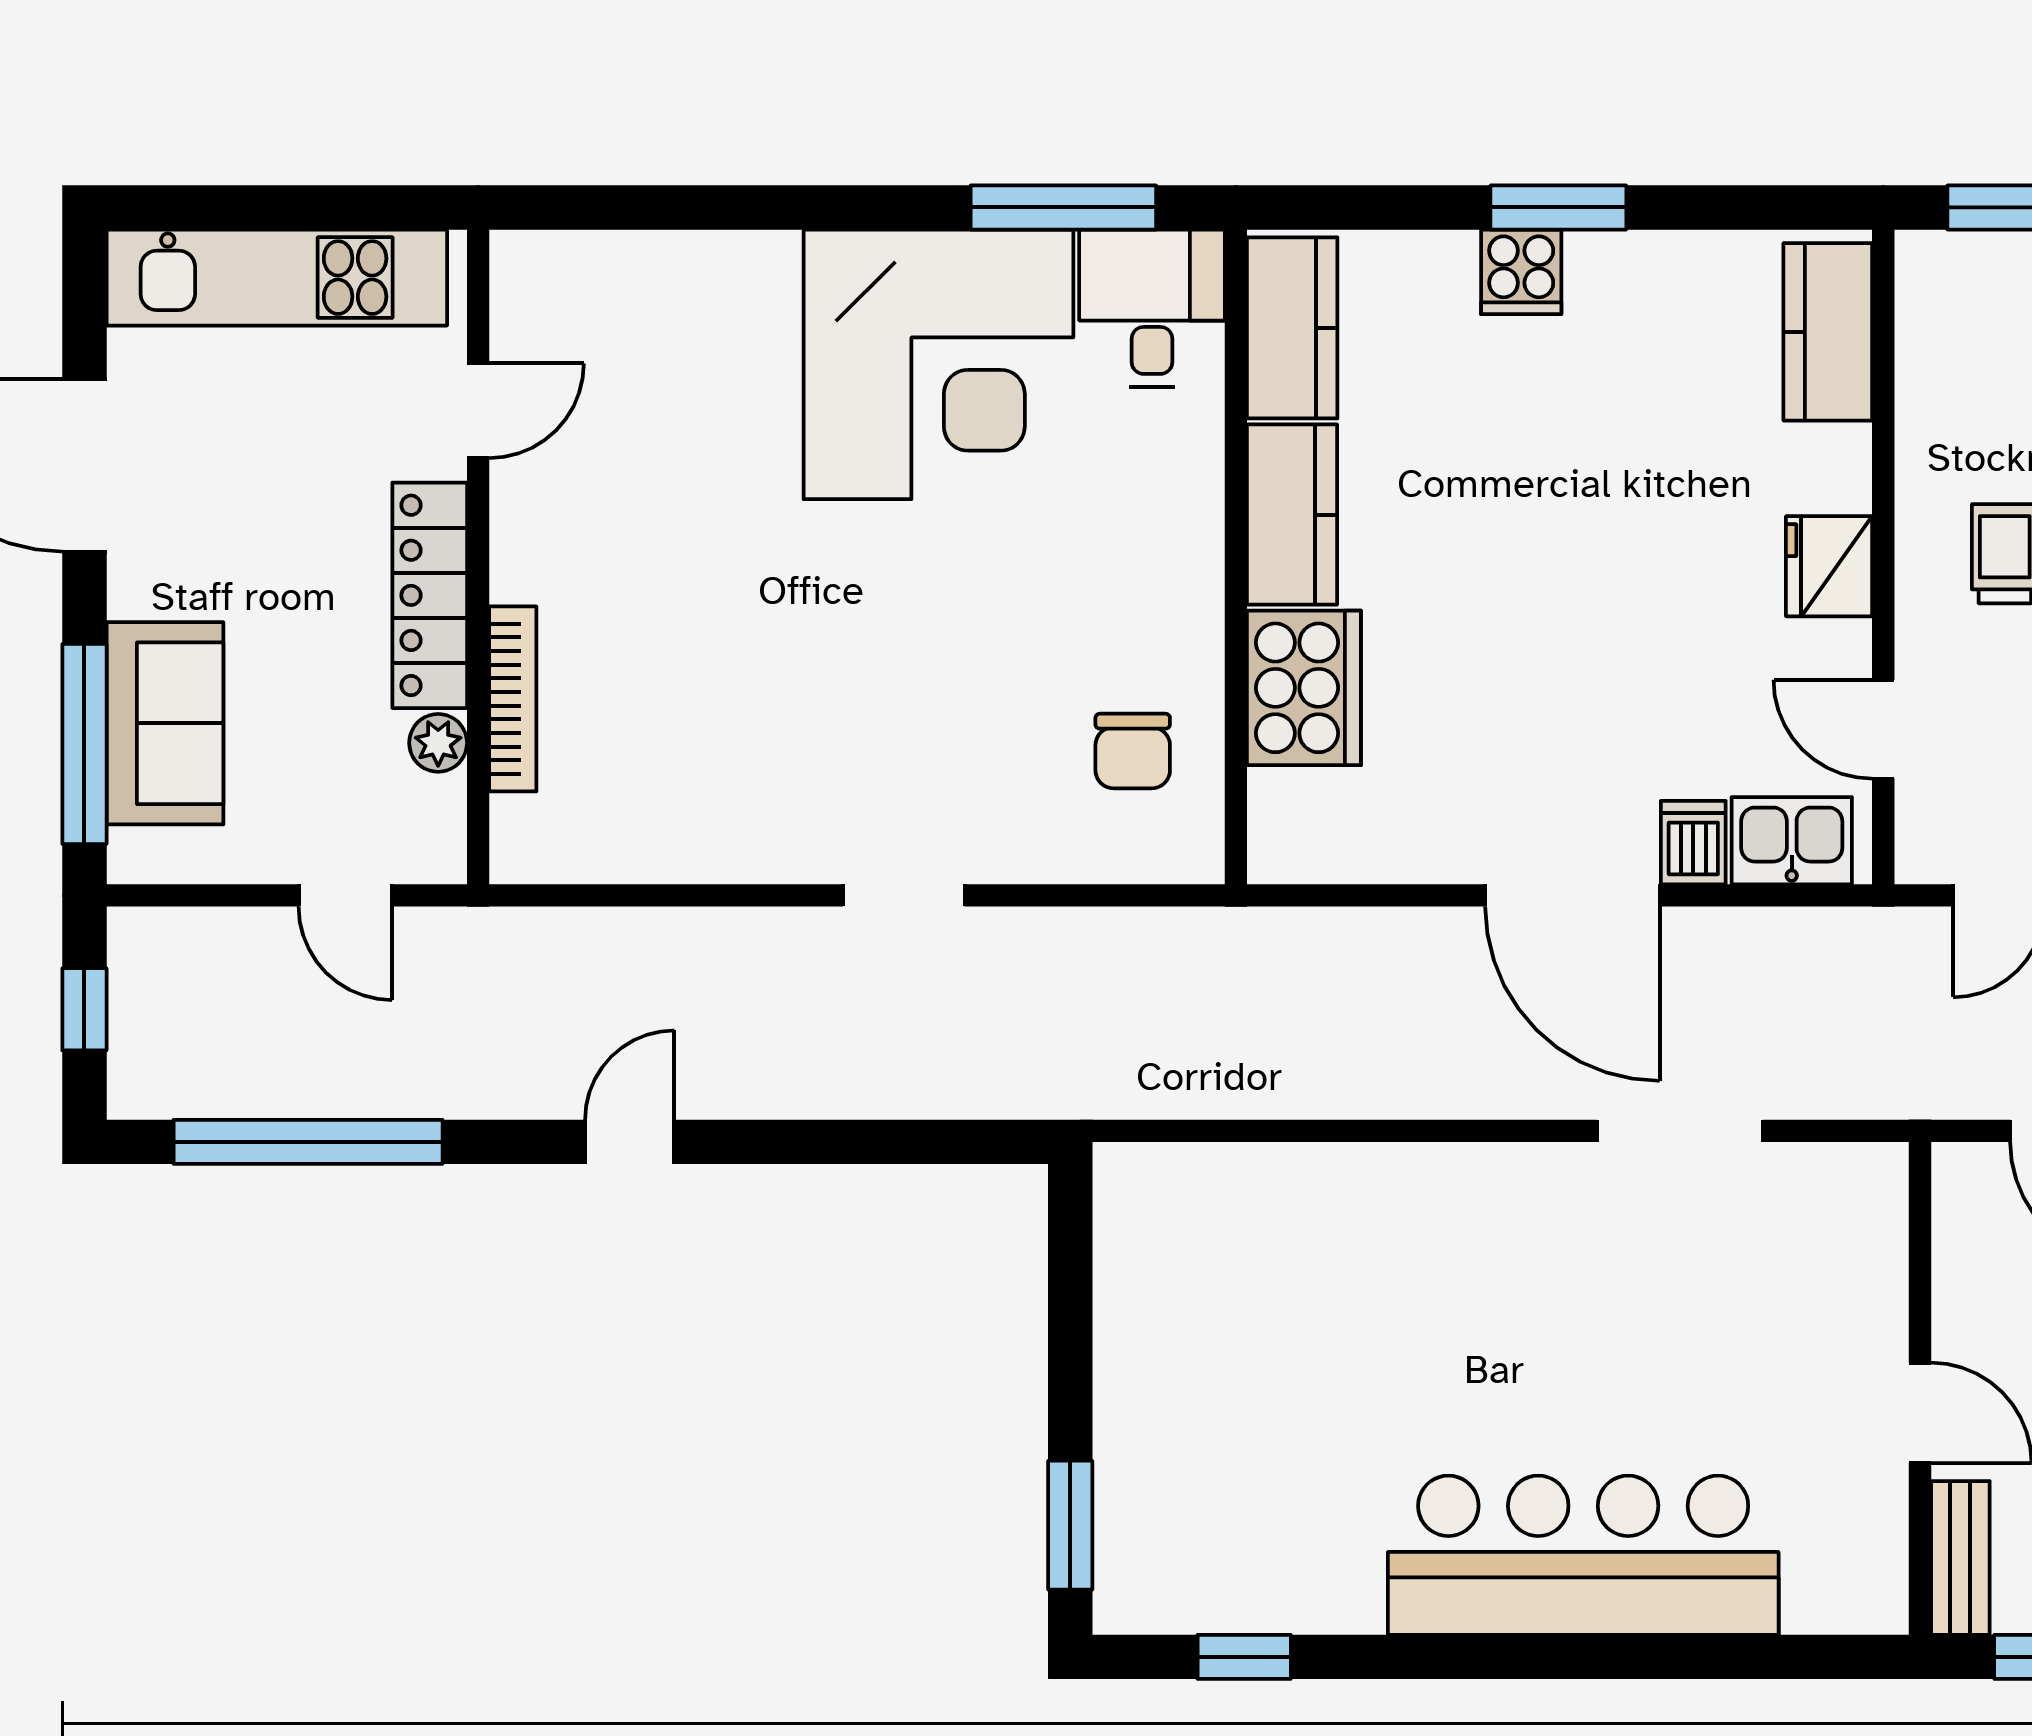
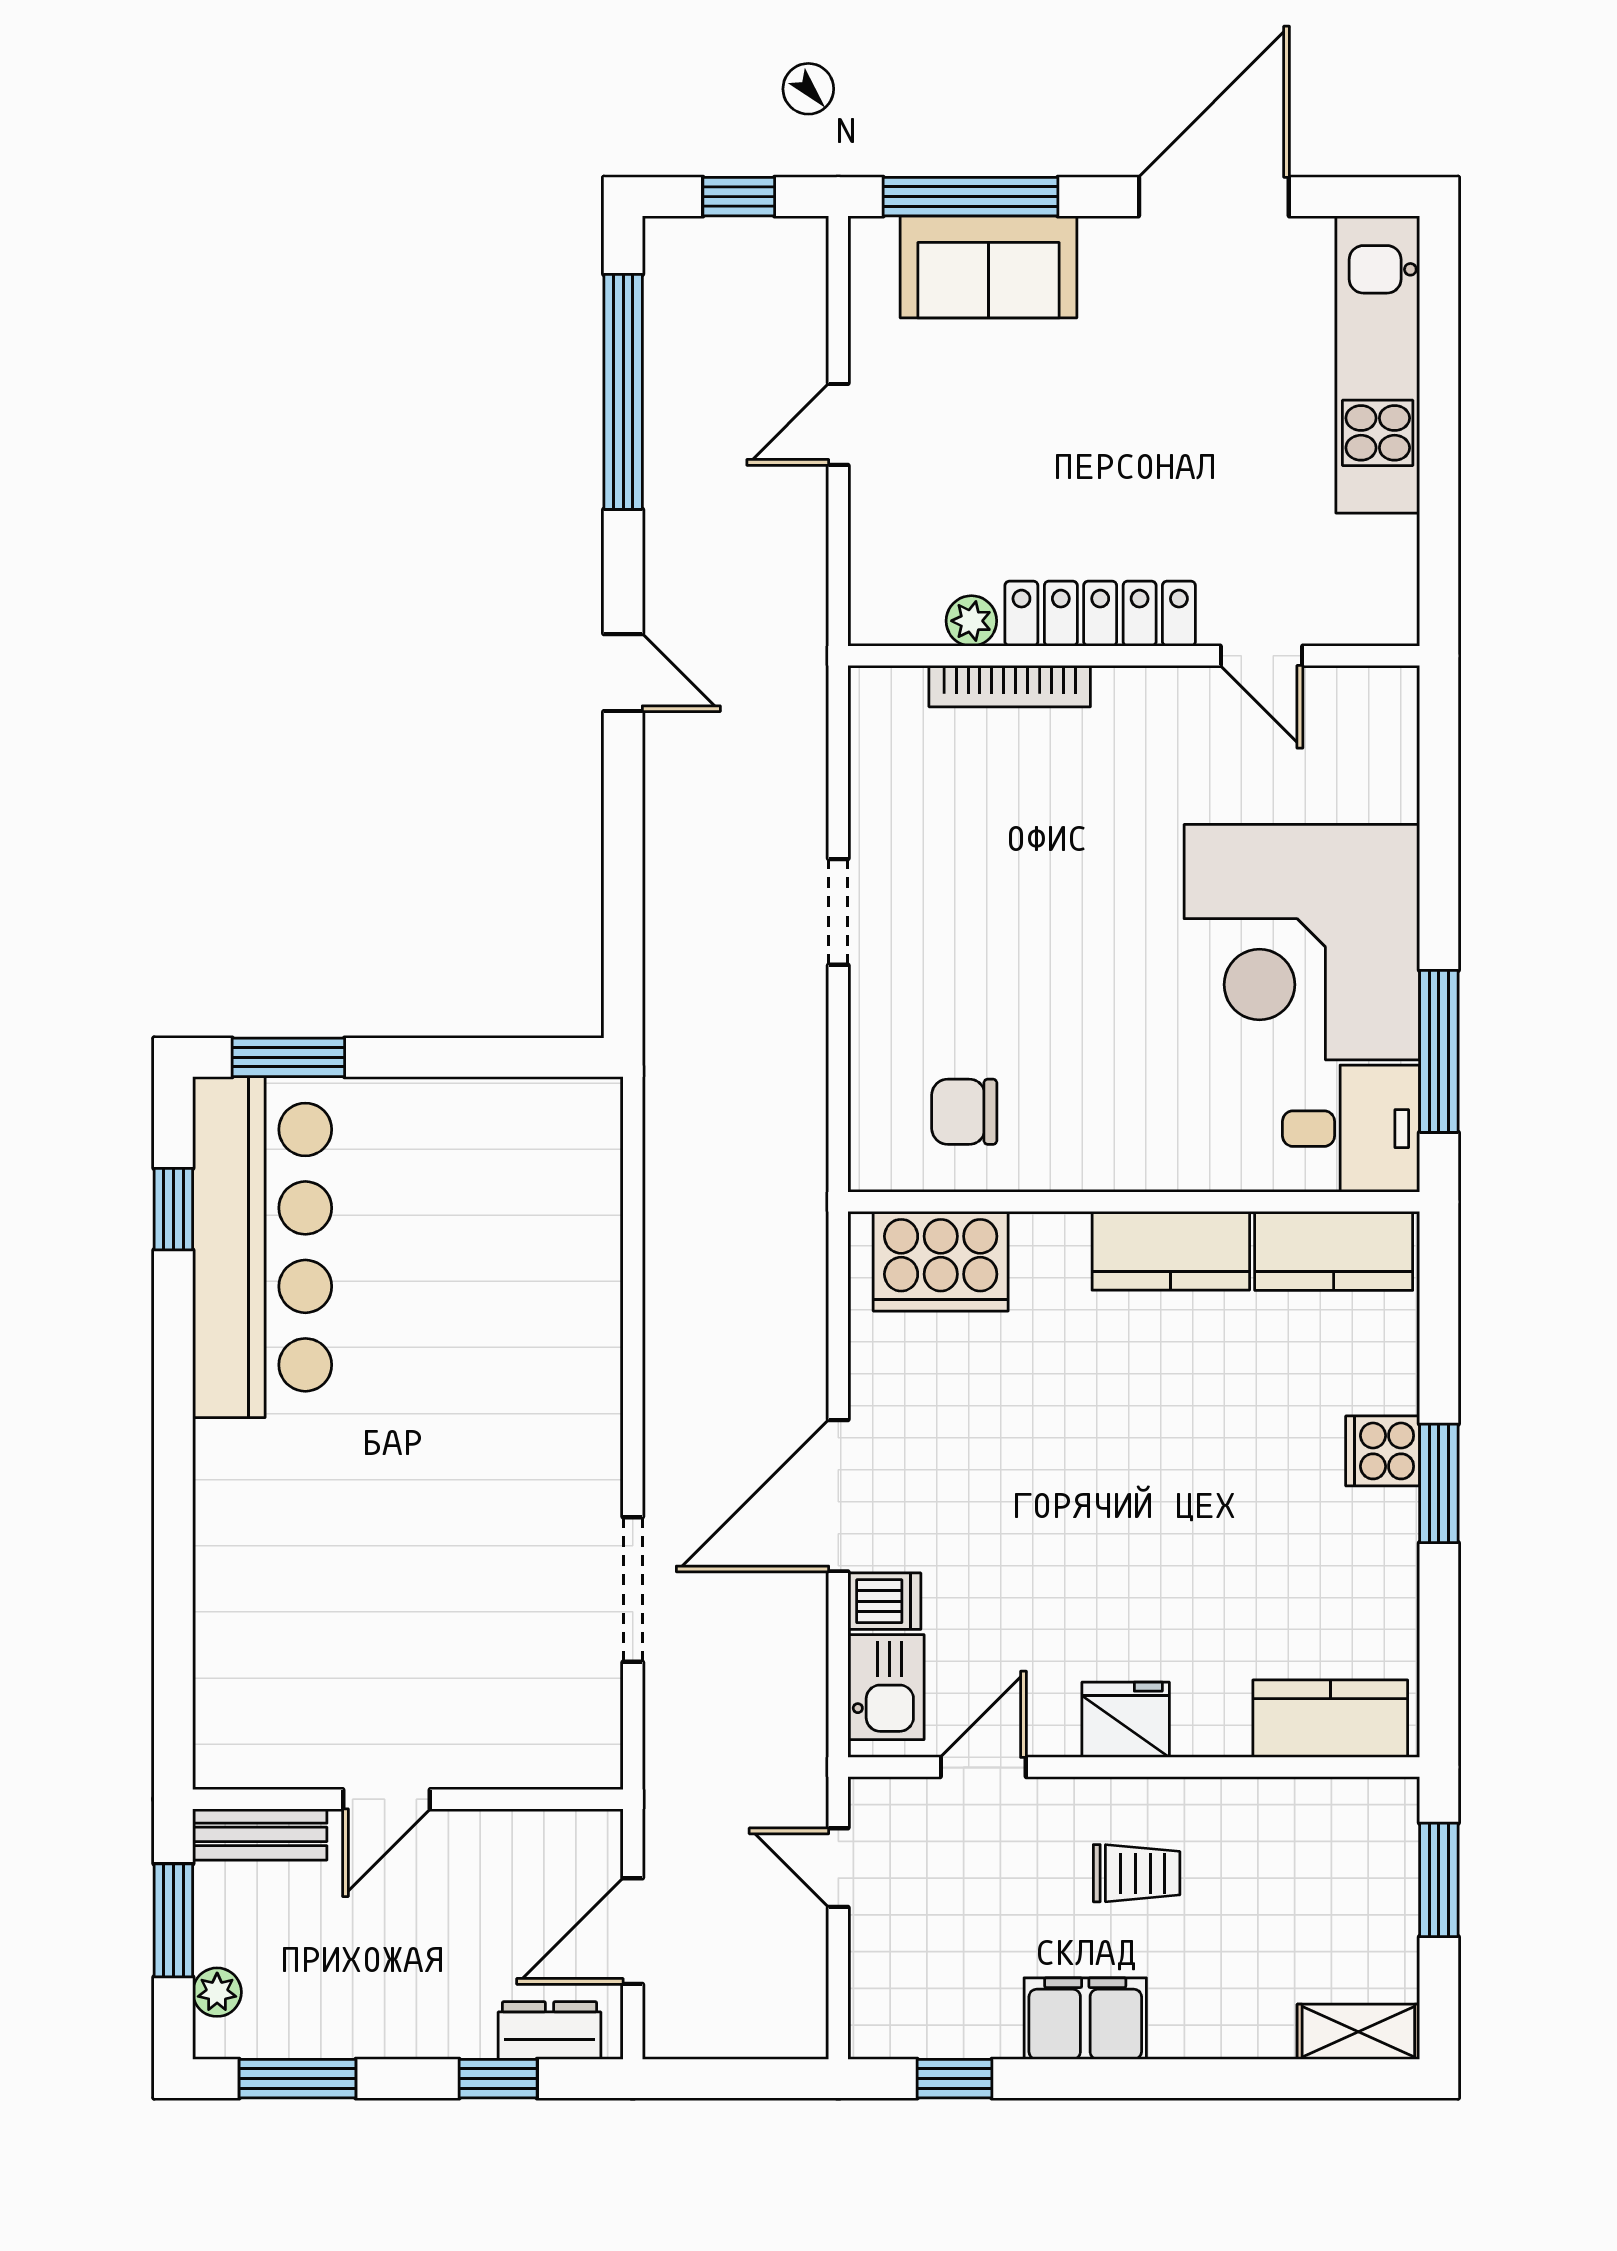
door: (478, 411) -> (1261, 656), moved
wall: (478, 557) -> (1134, 656), moved
locker: (430, 595) -> (1100, 614), moved
cooker: (1304, 688) -> (941, 1261), moved
bookcase: (513, 699) -> (1010, 686), moved
plant: (438, 743) -> (971, 621), moved
bar counter: (1583, 1555) -> (262, 1247), moved

